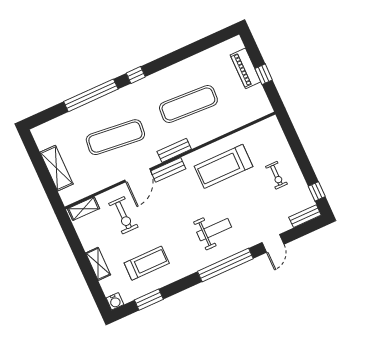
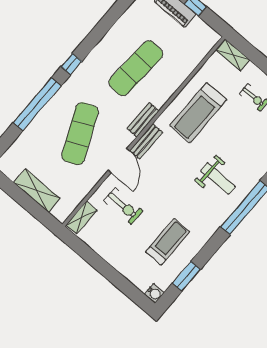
exercise mat: (115, 137) -> (80, 134), turned -30
weight bench: (214, 230) -> (218, 179), turned 90
shelving: (98, 264) -> (233, 55), moved

